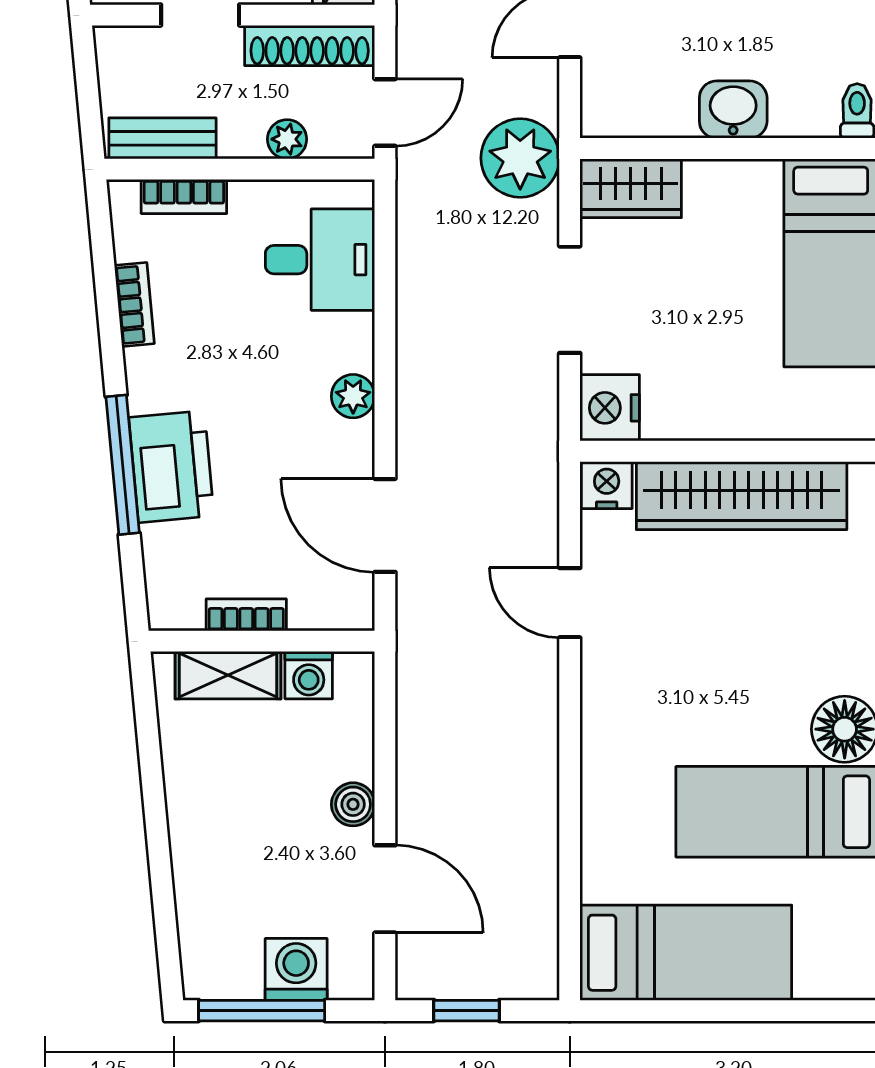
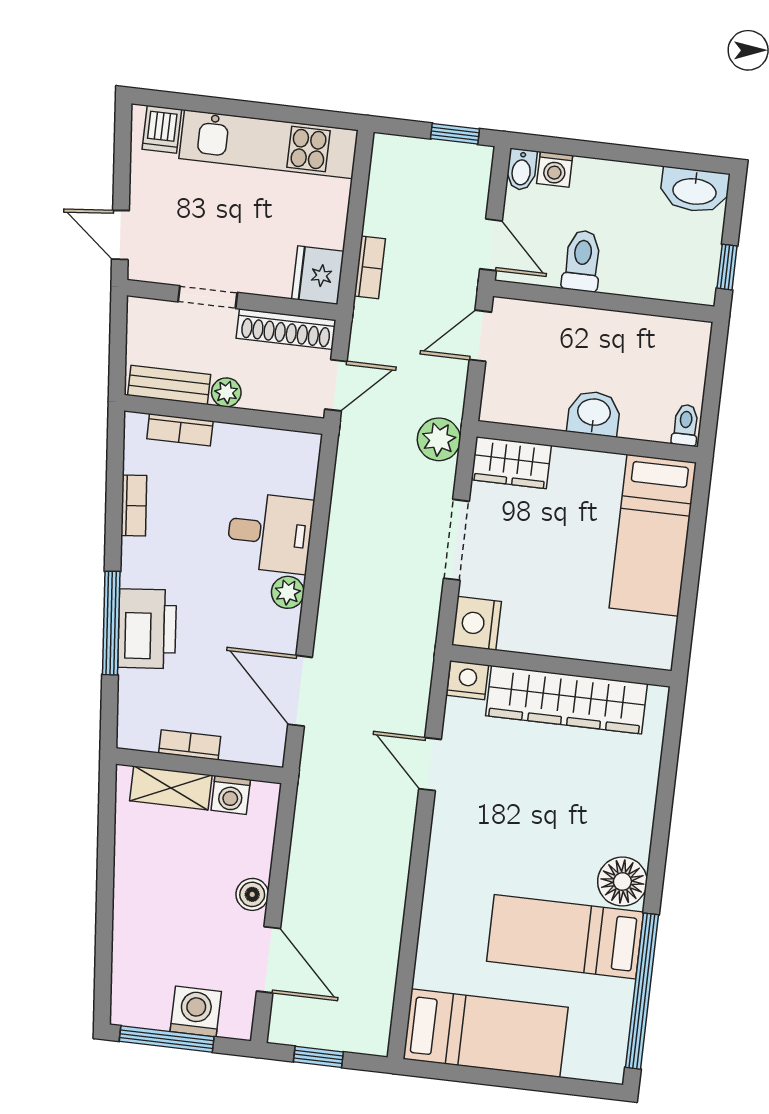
plant: (287, 139) -> (226, 392), moved
plant: (520, 158) -> (439, 439), width x0.73, depth x0.73
desk: (320, 260) -> (270, 533), moved

